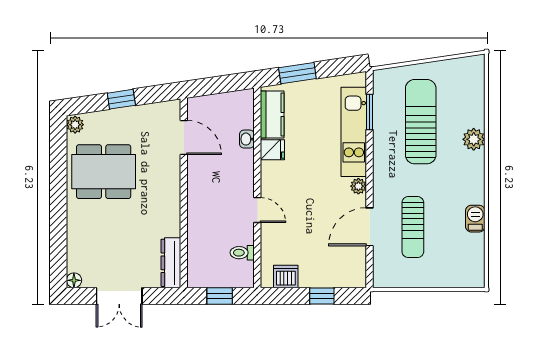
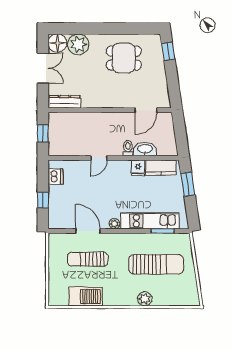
window: (121, 99) -> (168, 51), moved
plant: (75, 125) -> (78, 44), moved, width x1.87, depth x1.87
washbasin: (247, 139) -> (145, 149), width x1.91, depth x1.45
dining table: (104, 172) -> (124, 58), width x0.73
barbecue: (475, 219) -> (85, 296), width x1.88, depth x1.53
toilet: (242, 253) -> (128, 148), moved
floor lamp: (74, 280) -> (57, 43), width x1.89, depth x1.89
double door: (119, 296) -> (43, 68), swing flipped

